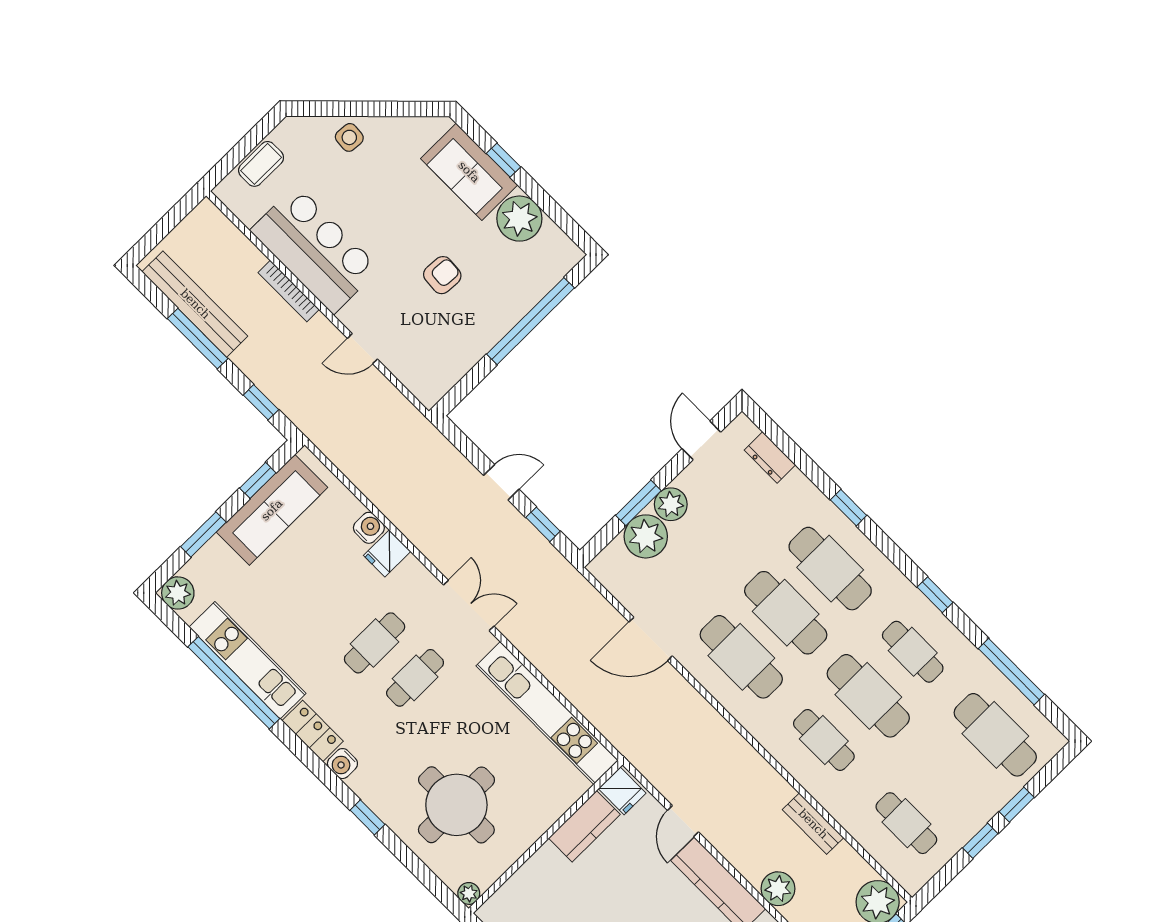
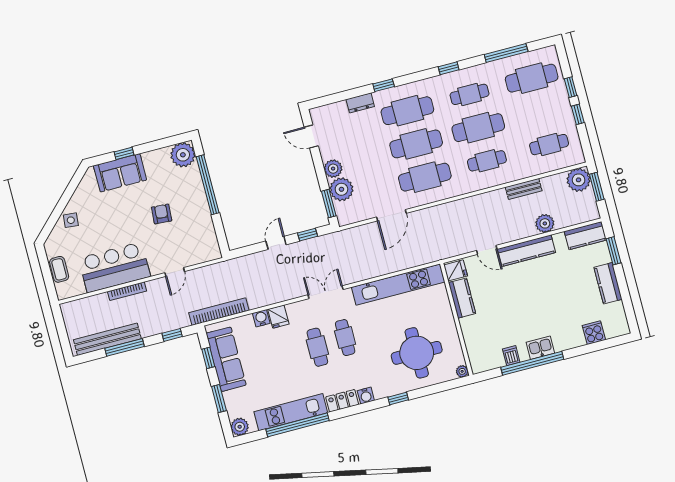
plant: (519, 219) -> (183, 155), moved
bookcase: (341, 455) -> (219, 312), added
dresser: (770, 457) -> (360, 103), moved
window: (638, 503) -> (329, 203), moved

